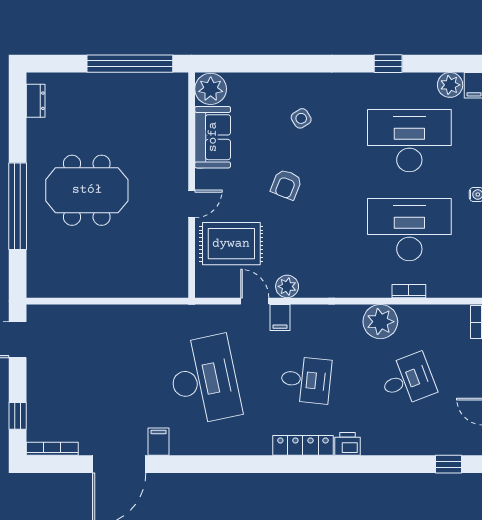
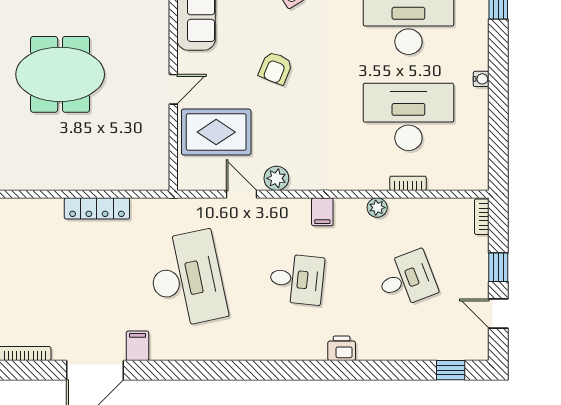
filing cabinet: (280, 317) -> (322, 212), moved
plant: (380, 322) -> (377, 208), width x0.53, depth x0.53
locker: (303, 445) -> (97, 208), moved, turned 180

